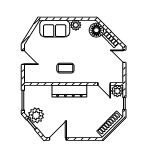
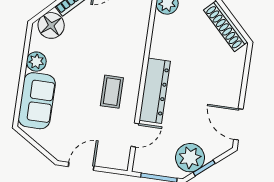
door: (104, 84) -> (135, 135), moved

